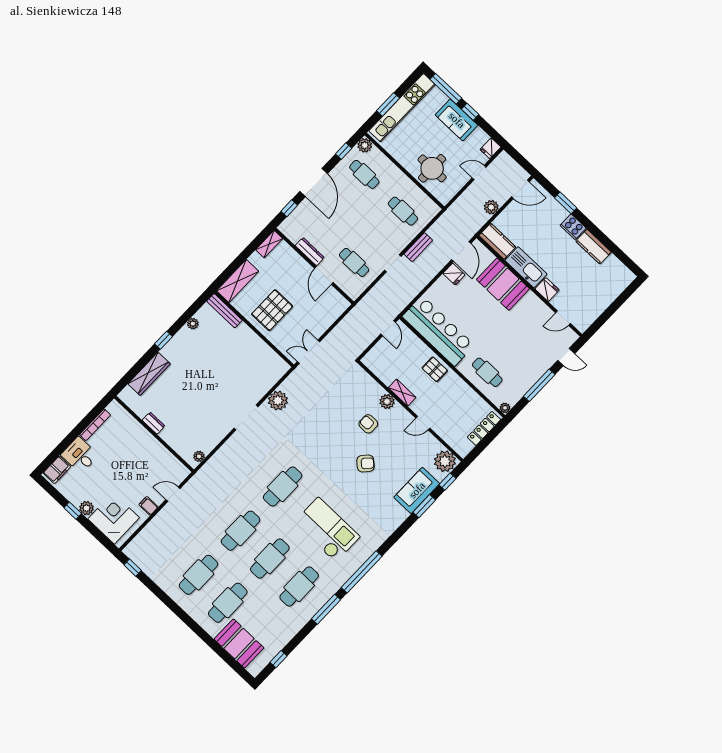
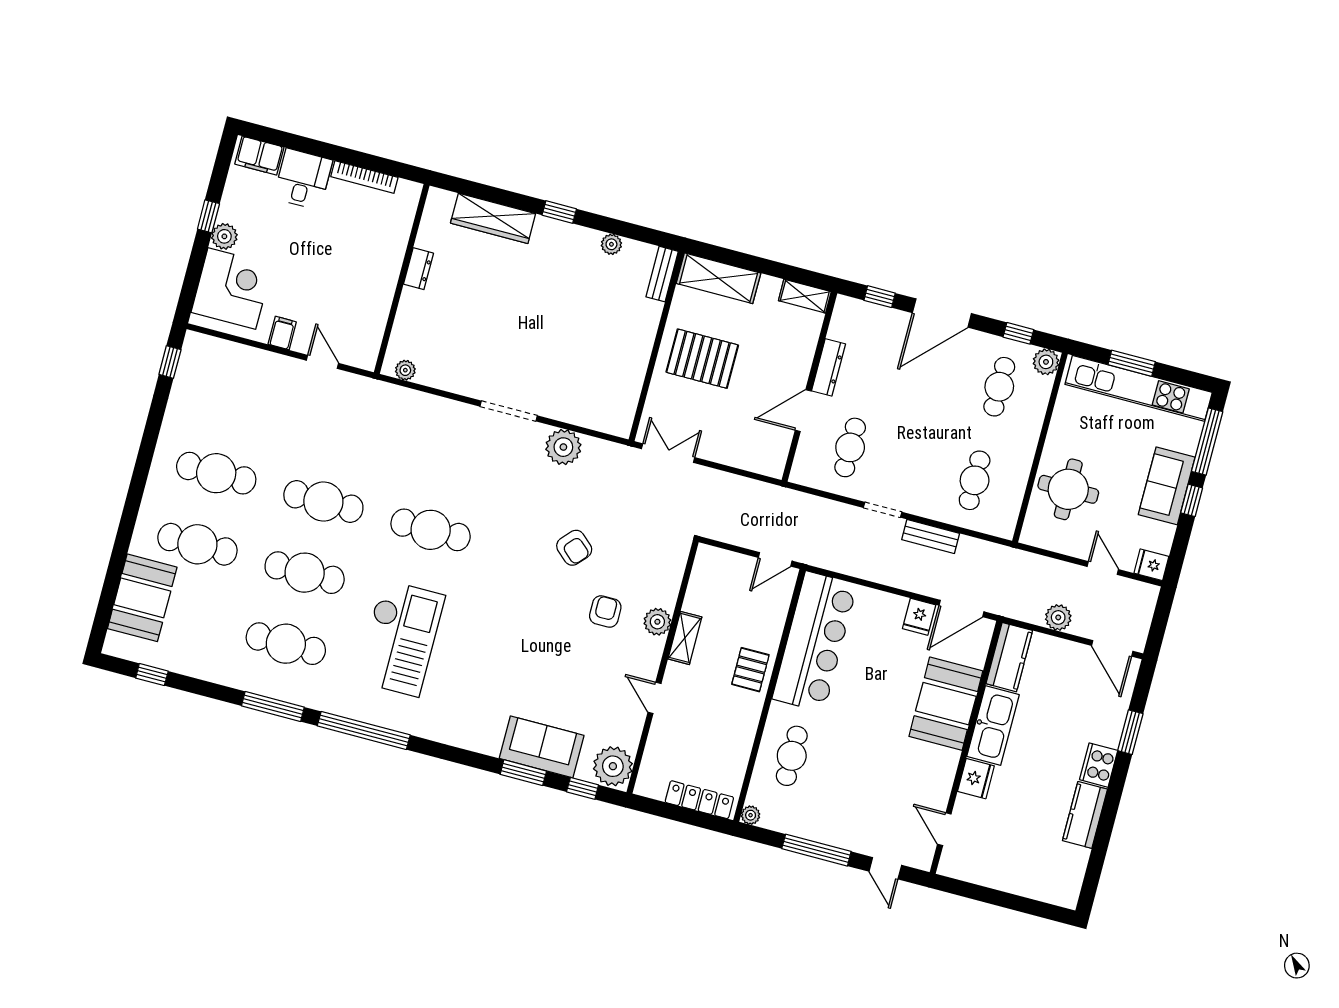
bench: (224, 311) -> (662, 274), width x0.73
armchair: (365, 463) -> (574, 548), moved

